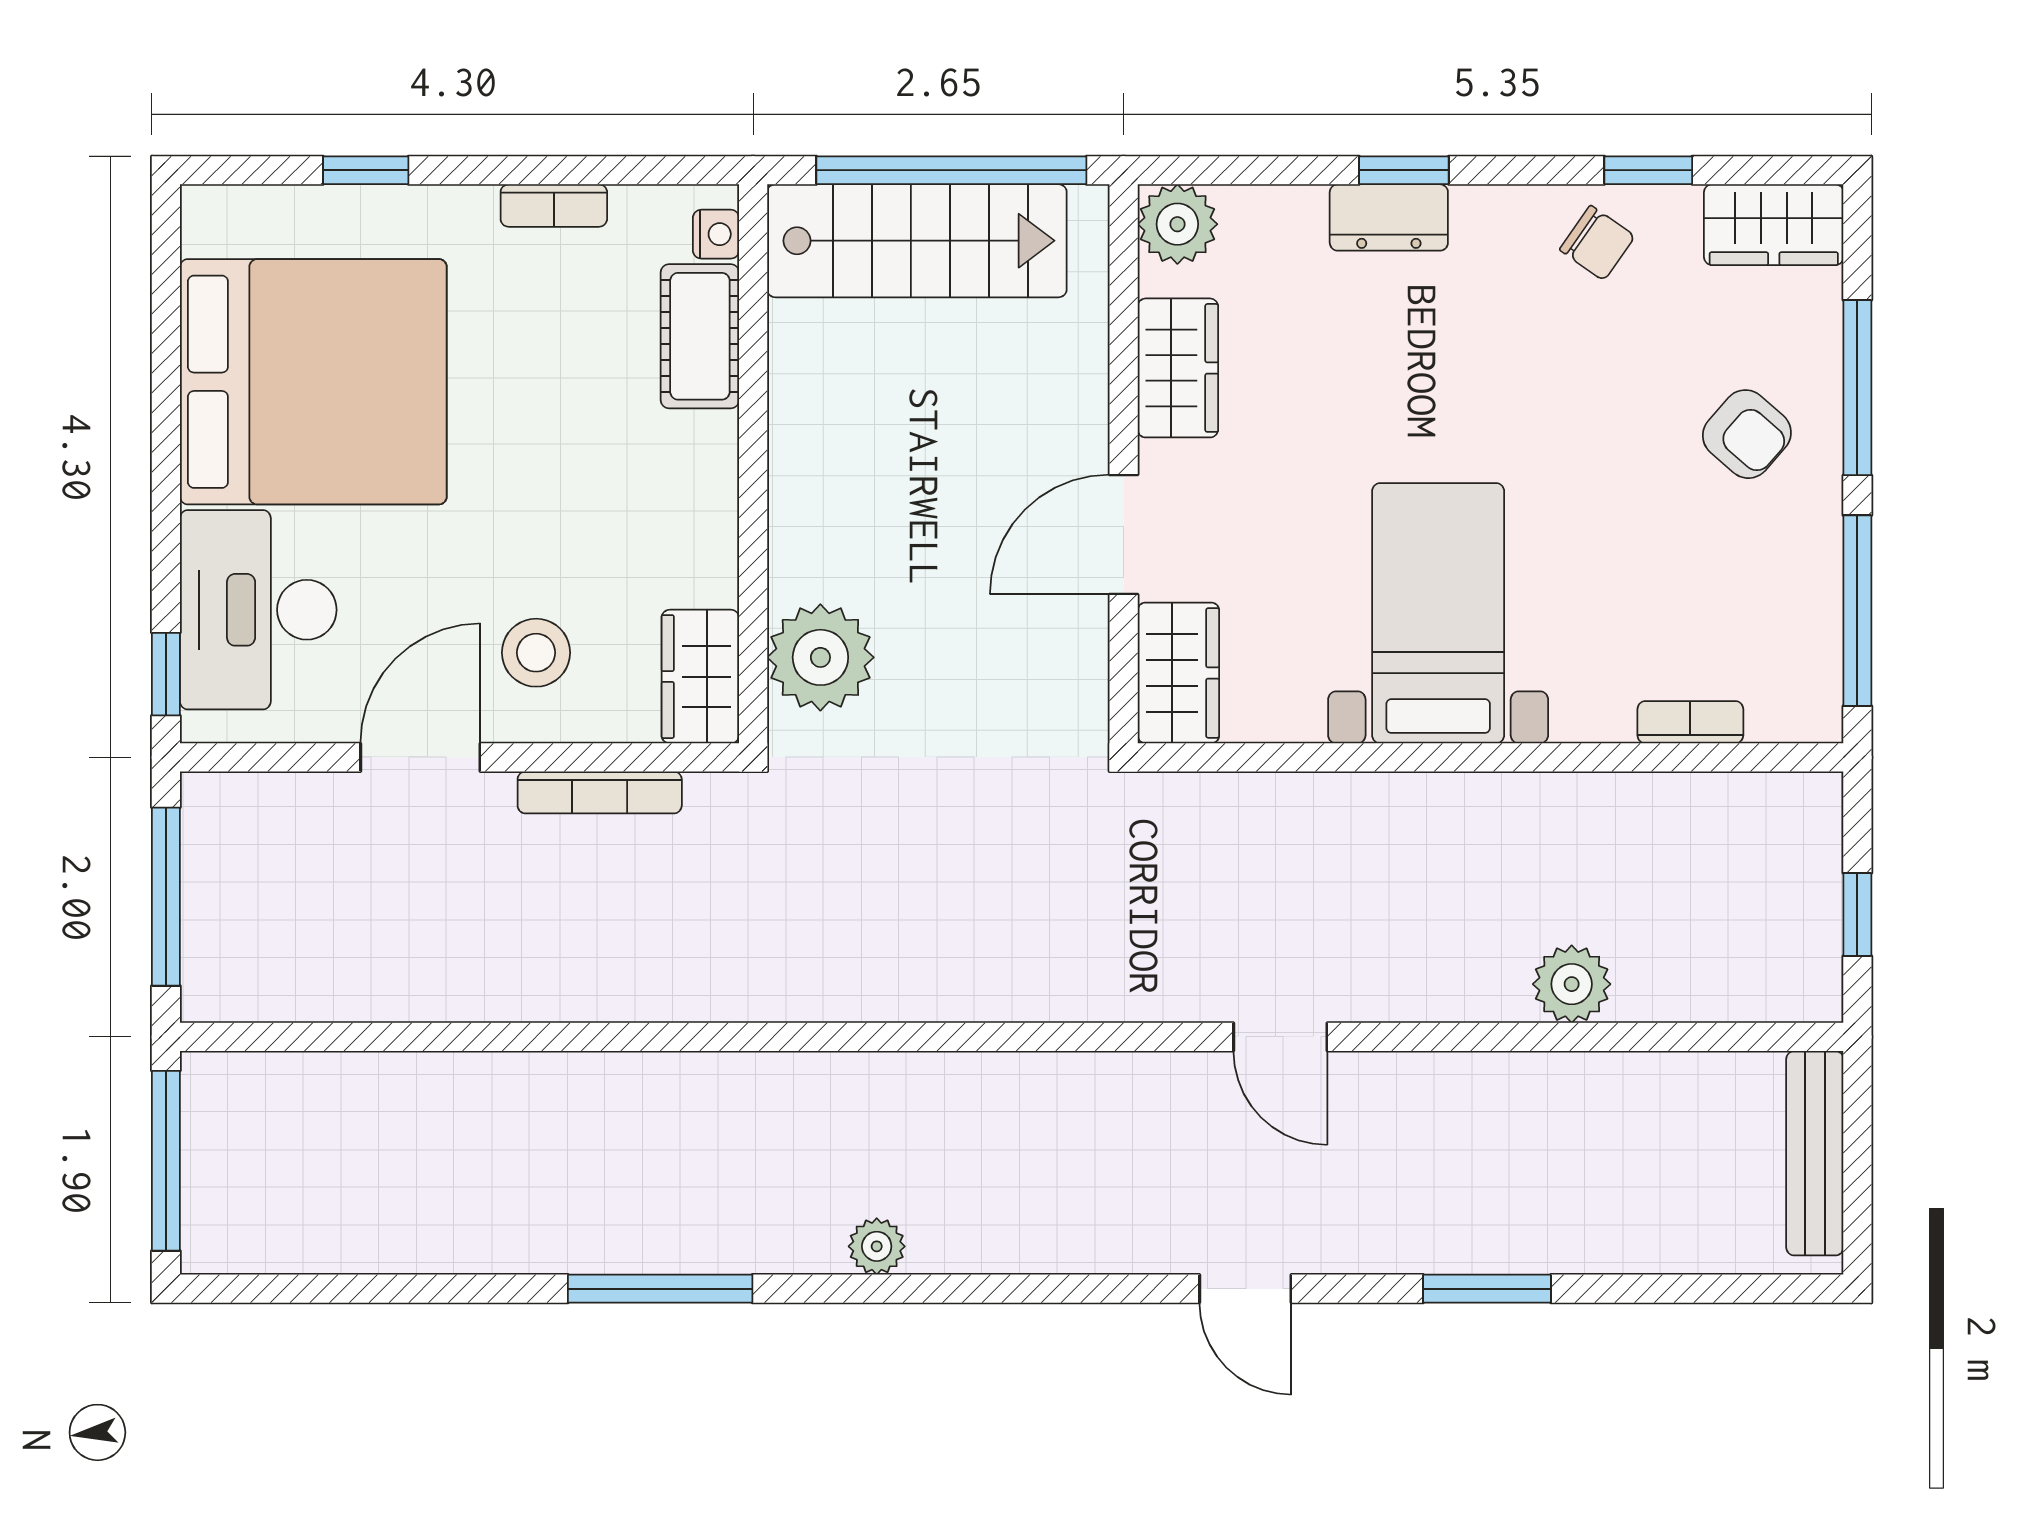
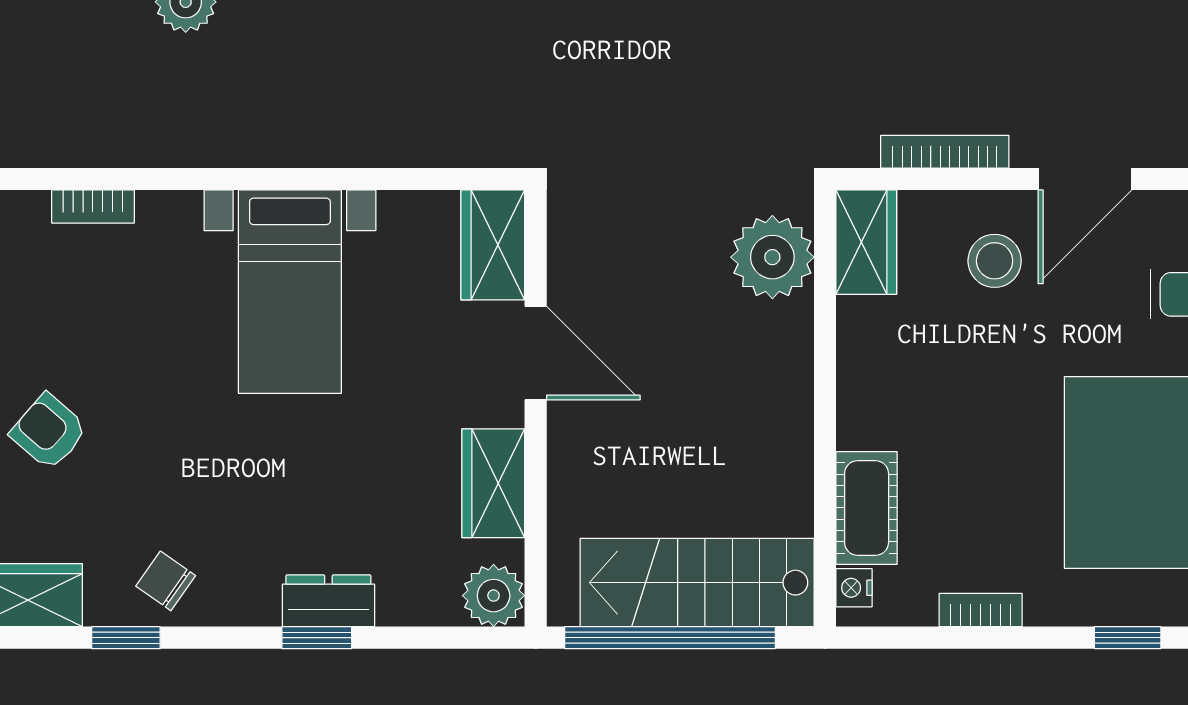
door: (1124, 534) -> (536, 353), hinge flipped

